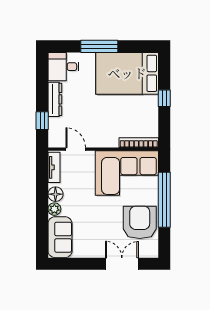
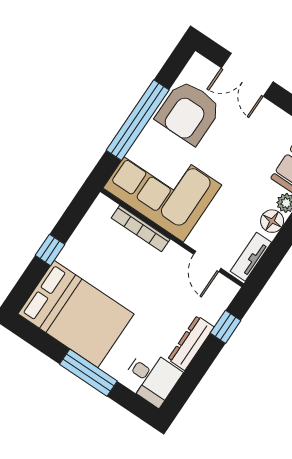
bookcase: (139, 143) -> (141, 229), moved

